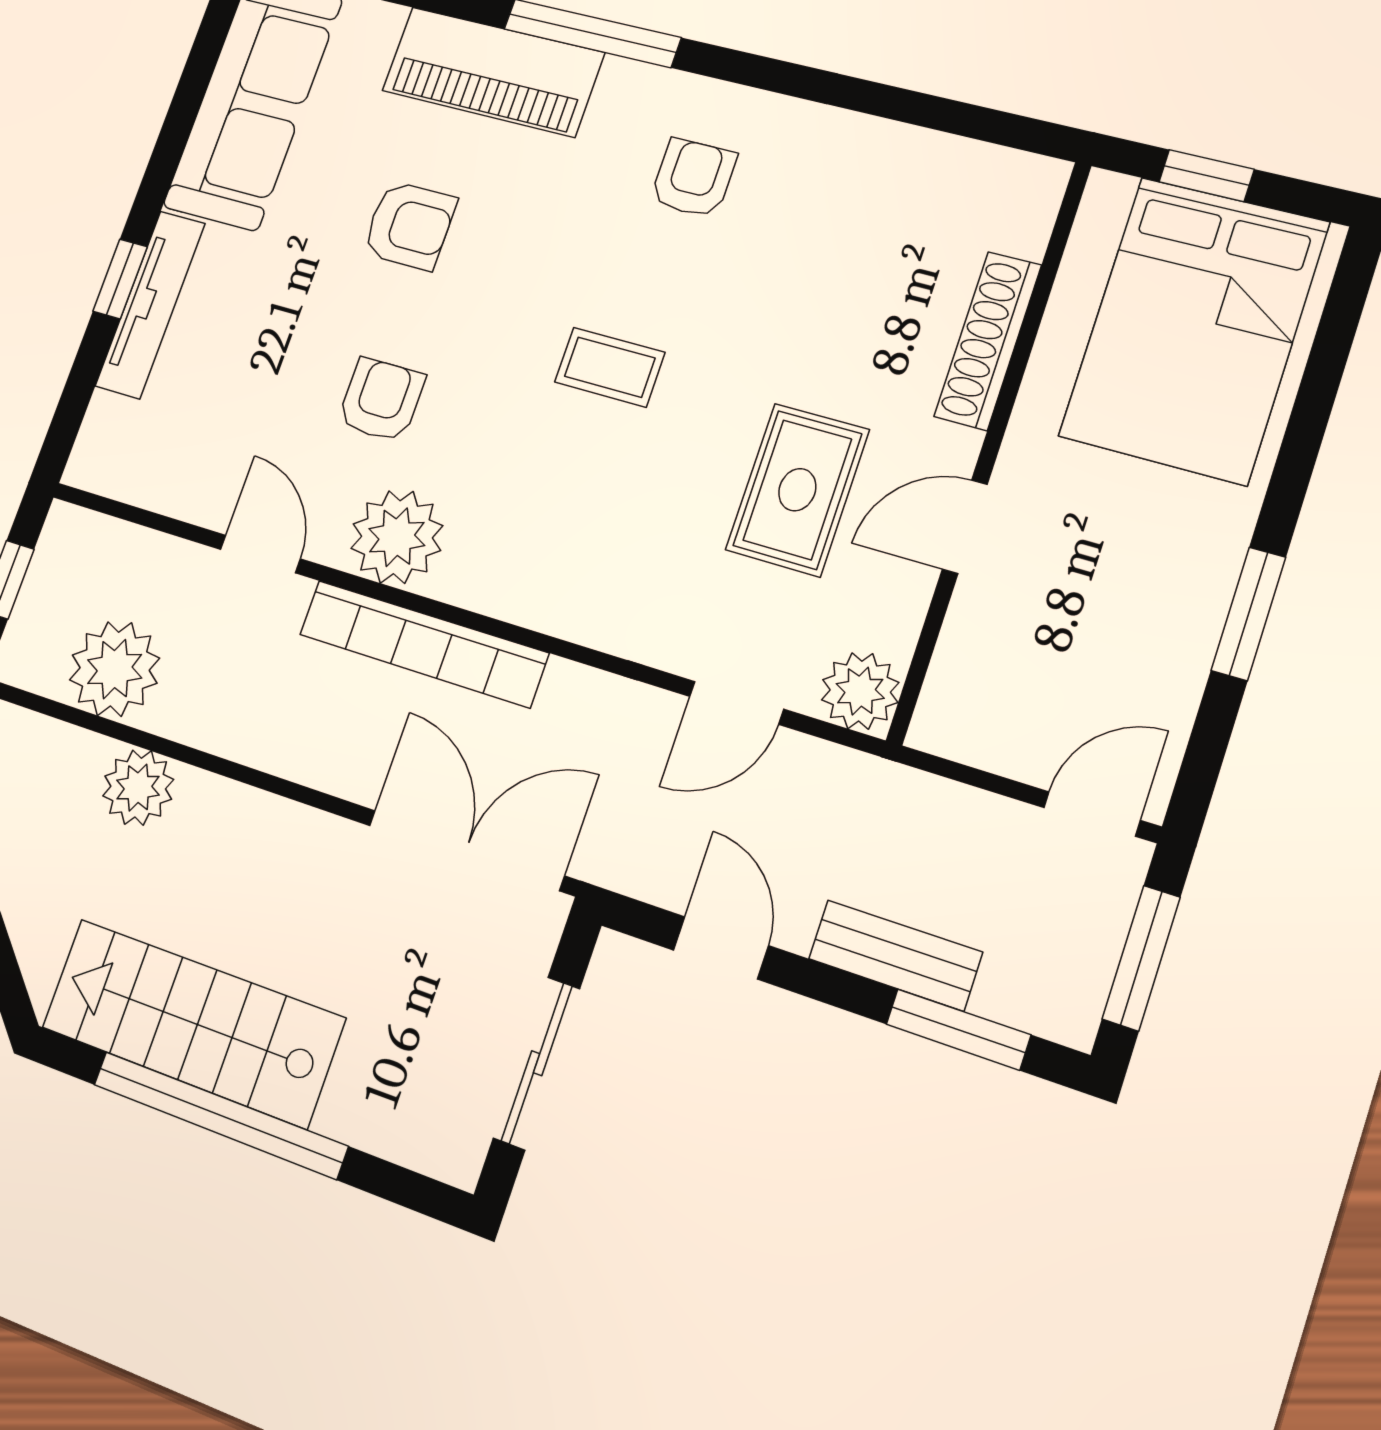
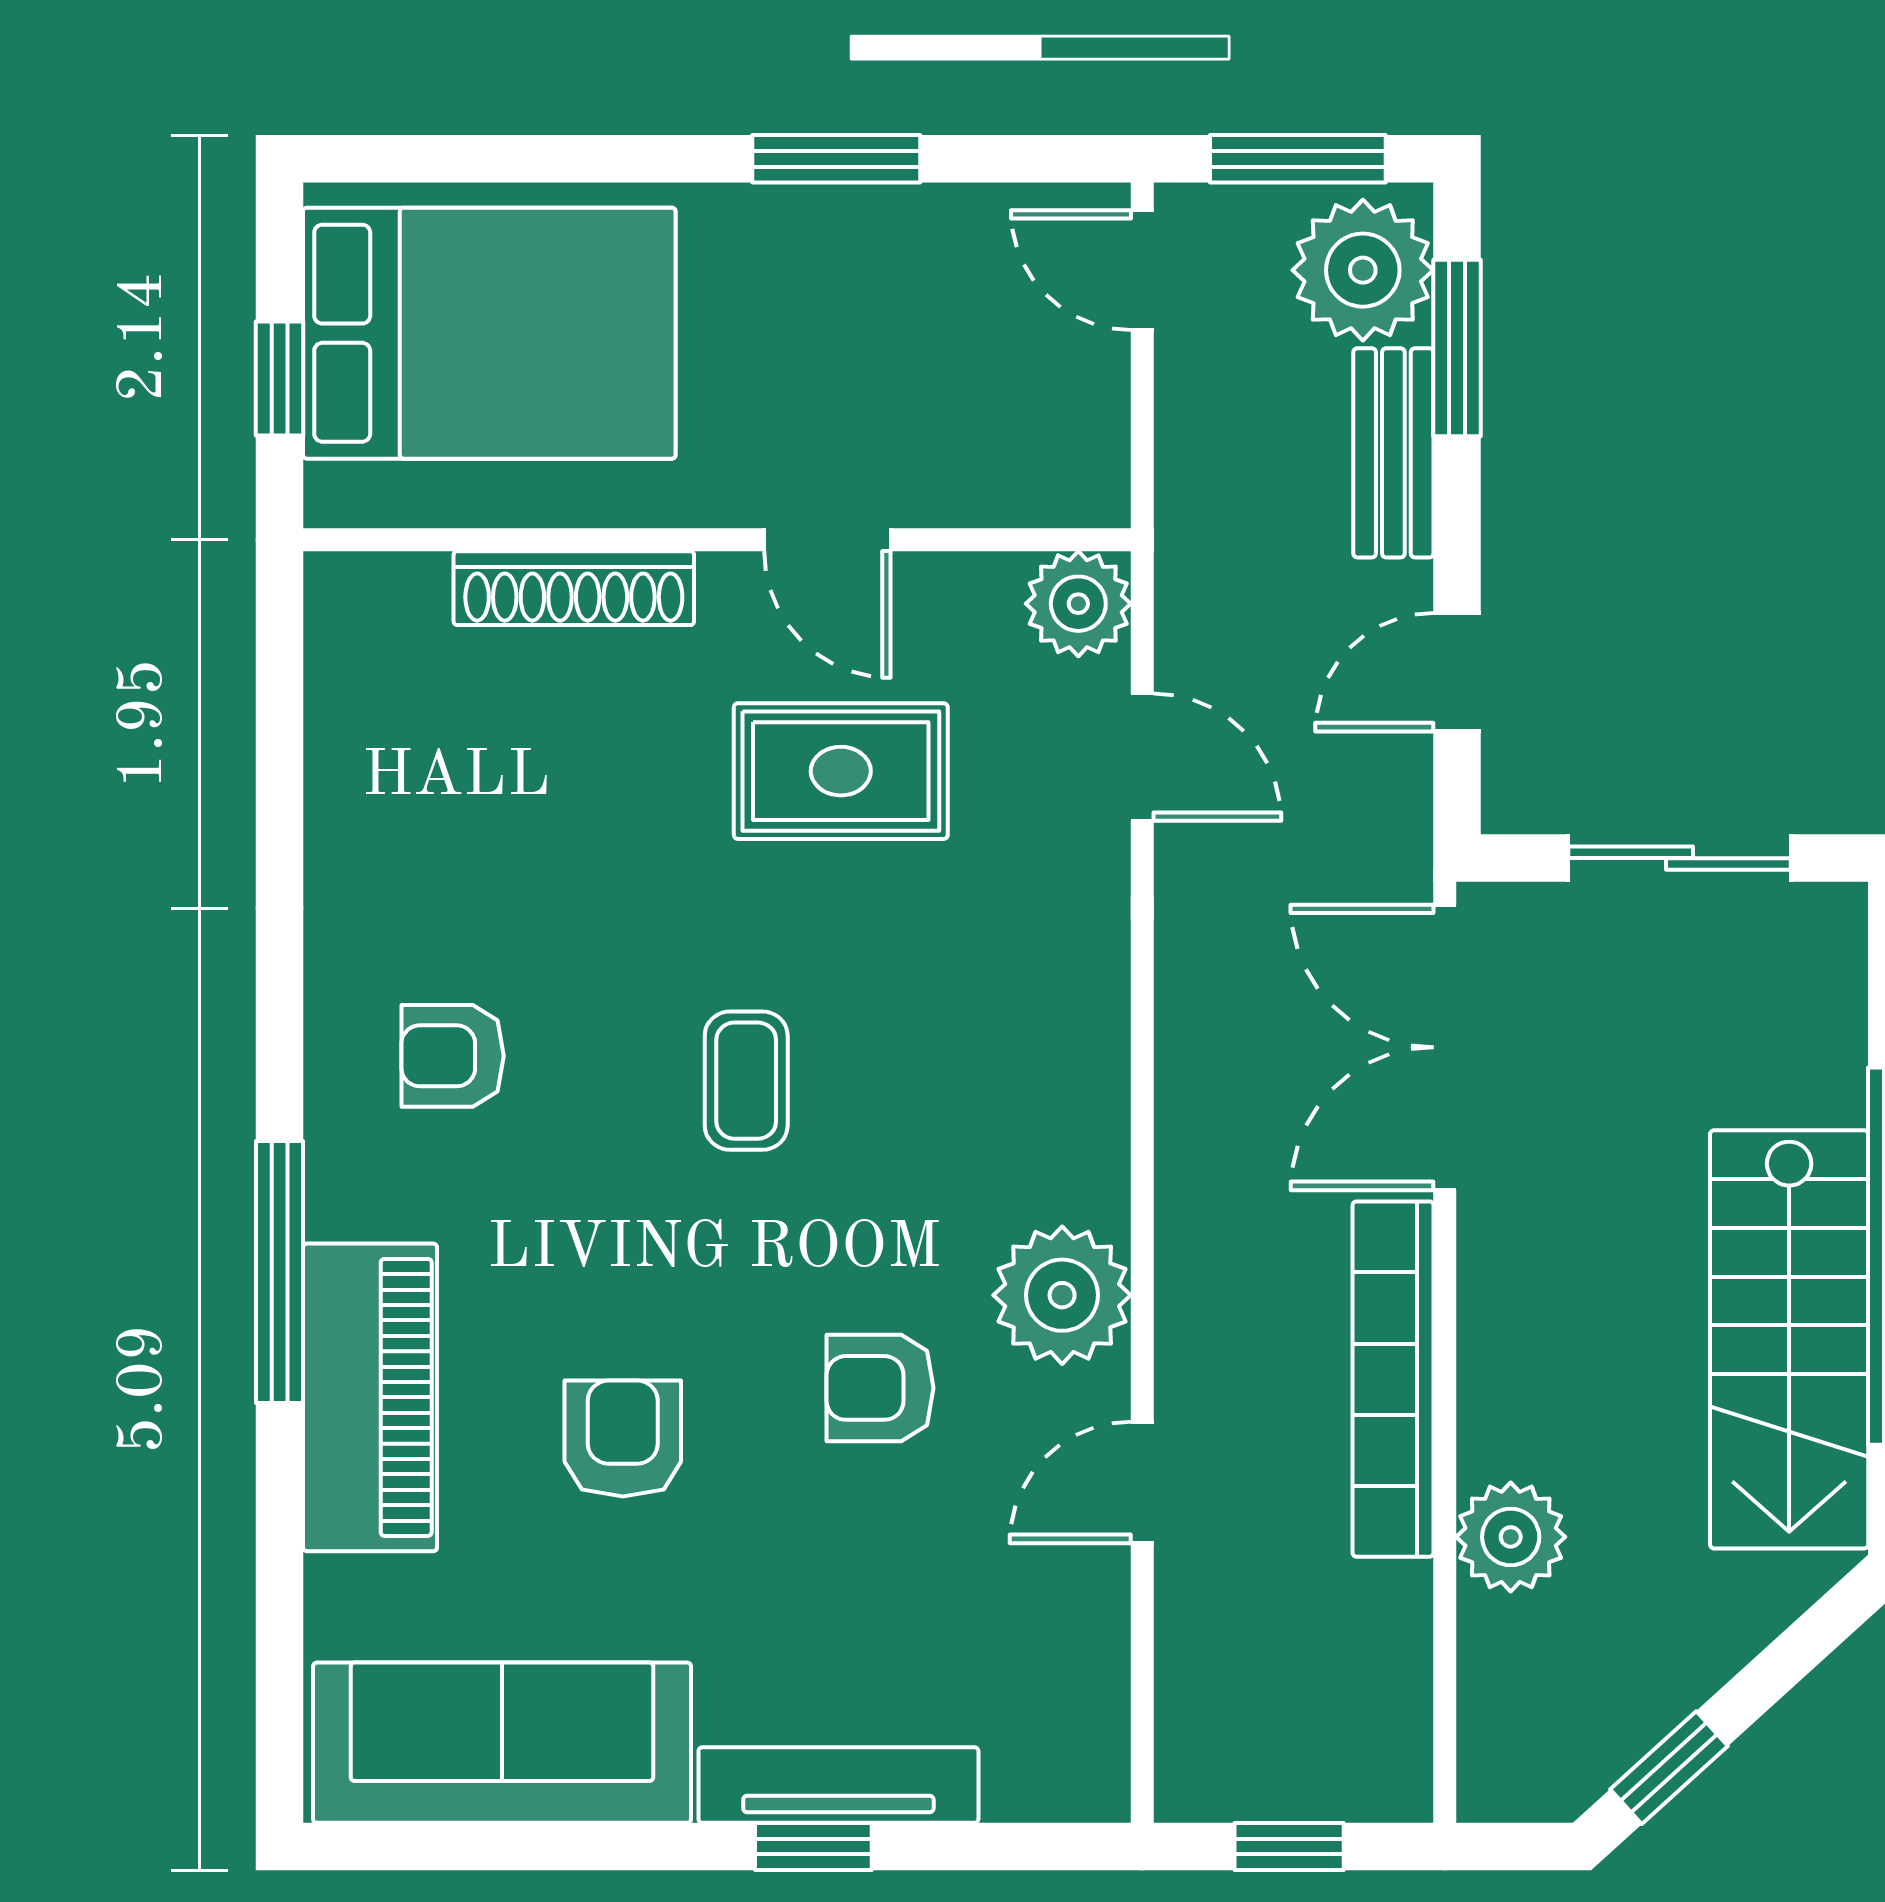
bookcase: (423, 644) -> (1393, 1379), moved, turned 180
plant: (115, 669) -> (1363, 270), moved

